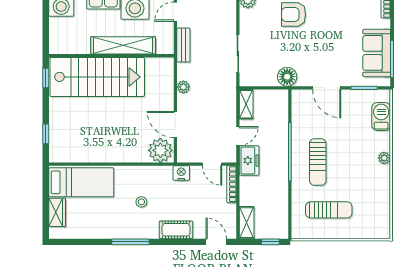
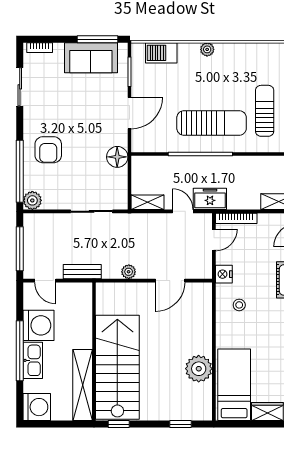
shelving: (123, 45) -> (83, 385), moved
plant: (160, 150) -> (199, 369), moved
sun lounger: (318, 162) -> (212, 123), width x1.36, depth x1.34
stool: (141, 202) -> (239, 305), moved

